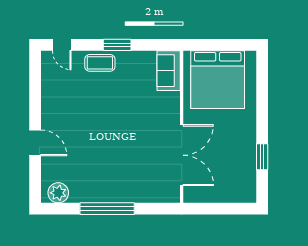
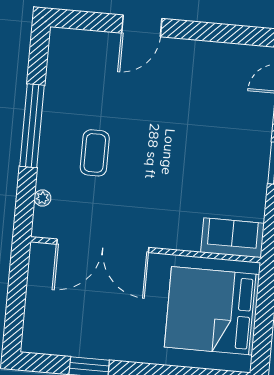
coffee table: (100, 63) -> (95, 153), moved
plant: (58, 193) -> (42, 198), moved, width x0.53, depth x0.53

